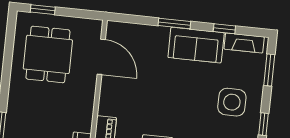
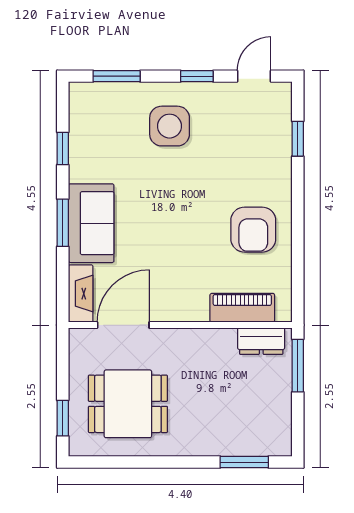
fireplace: (244, 43) -> (81, 294), moved
sofa: (196, 45) -> (91, 223), moved

